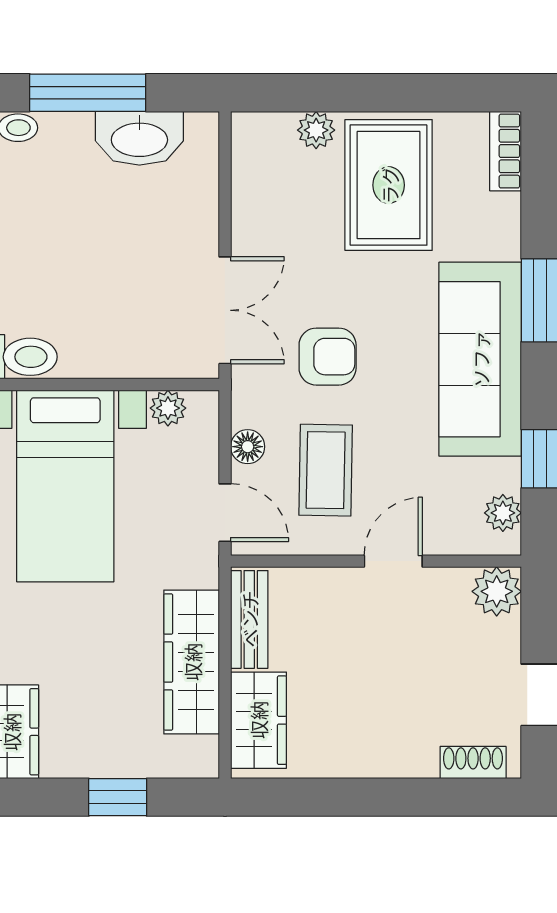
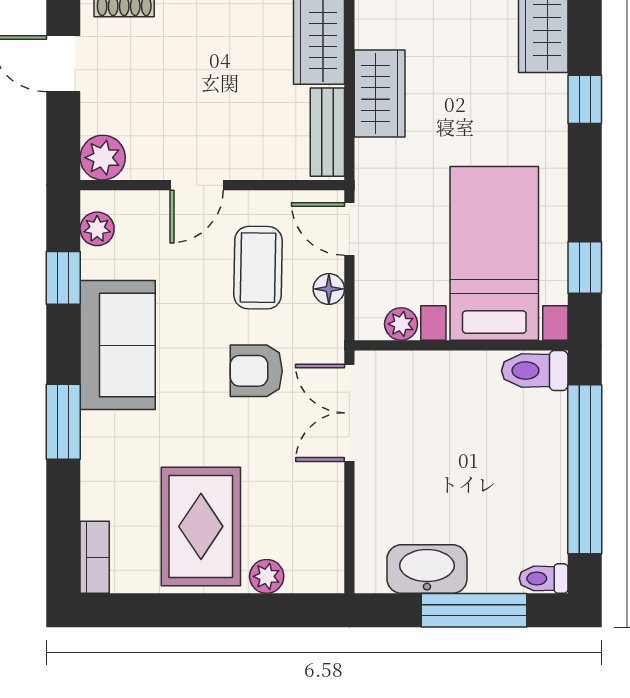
sofa: (480, 359) -> (118, 345), width x0.73
wardrobe: (192, 662) -> (380, 94), width x0.67

